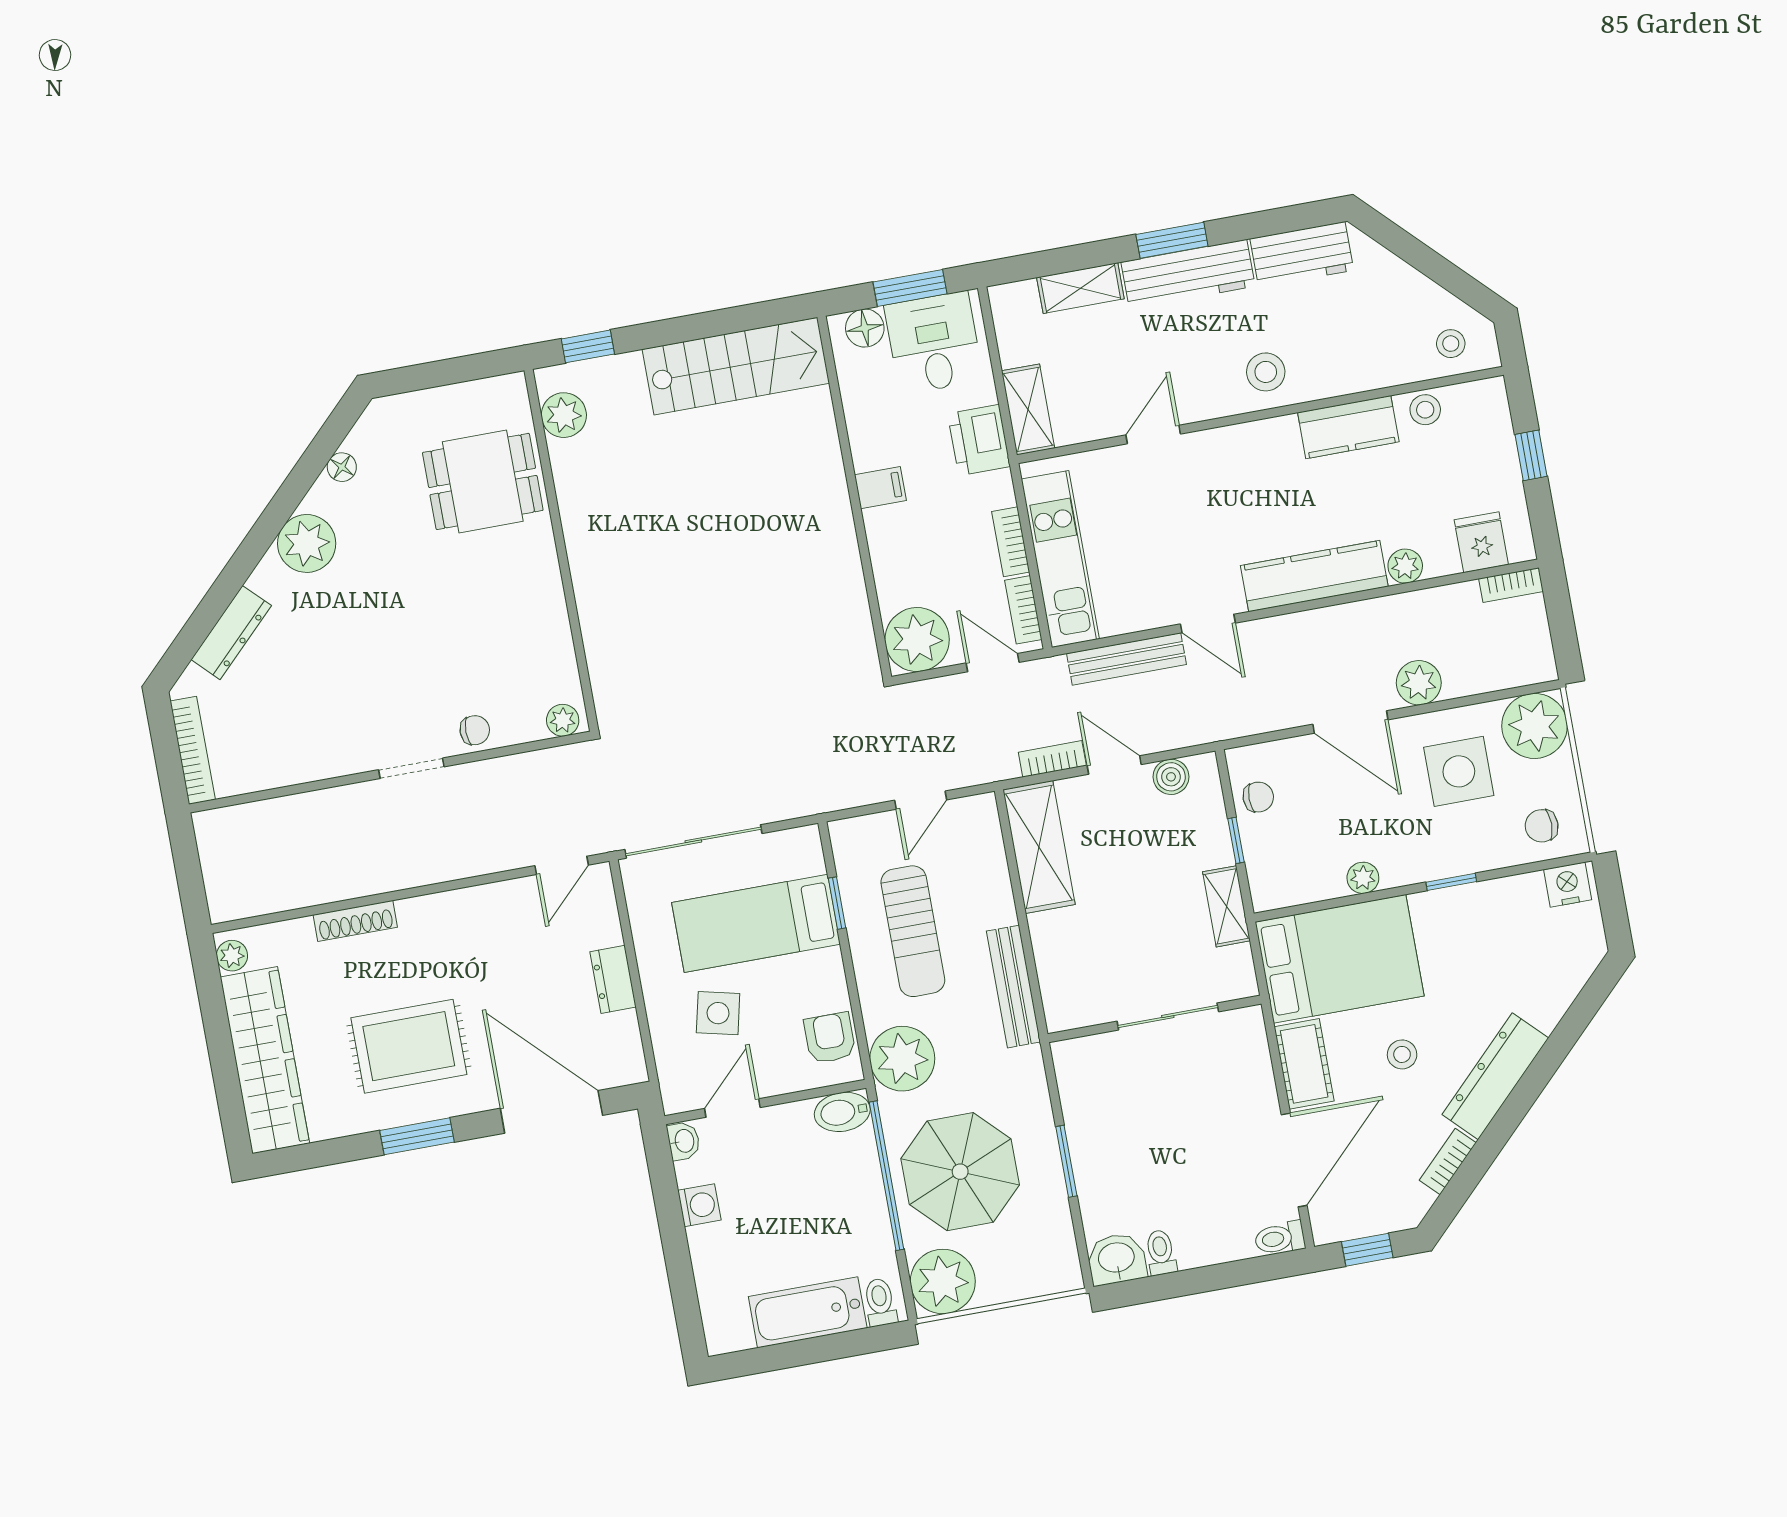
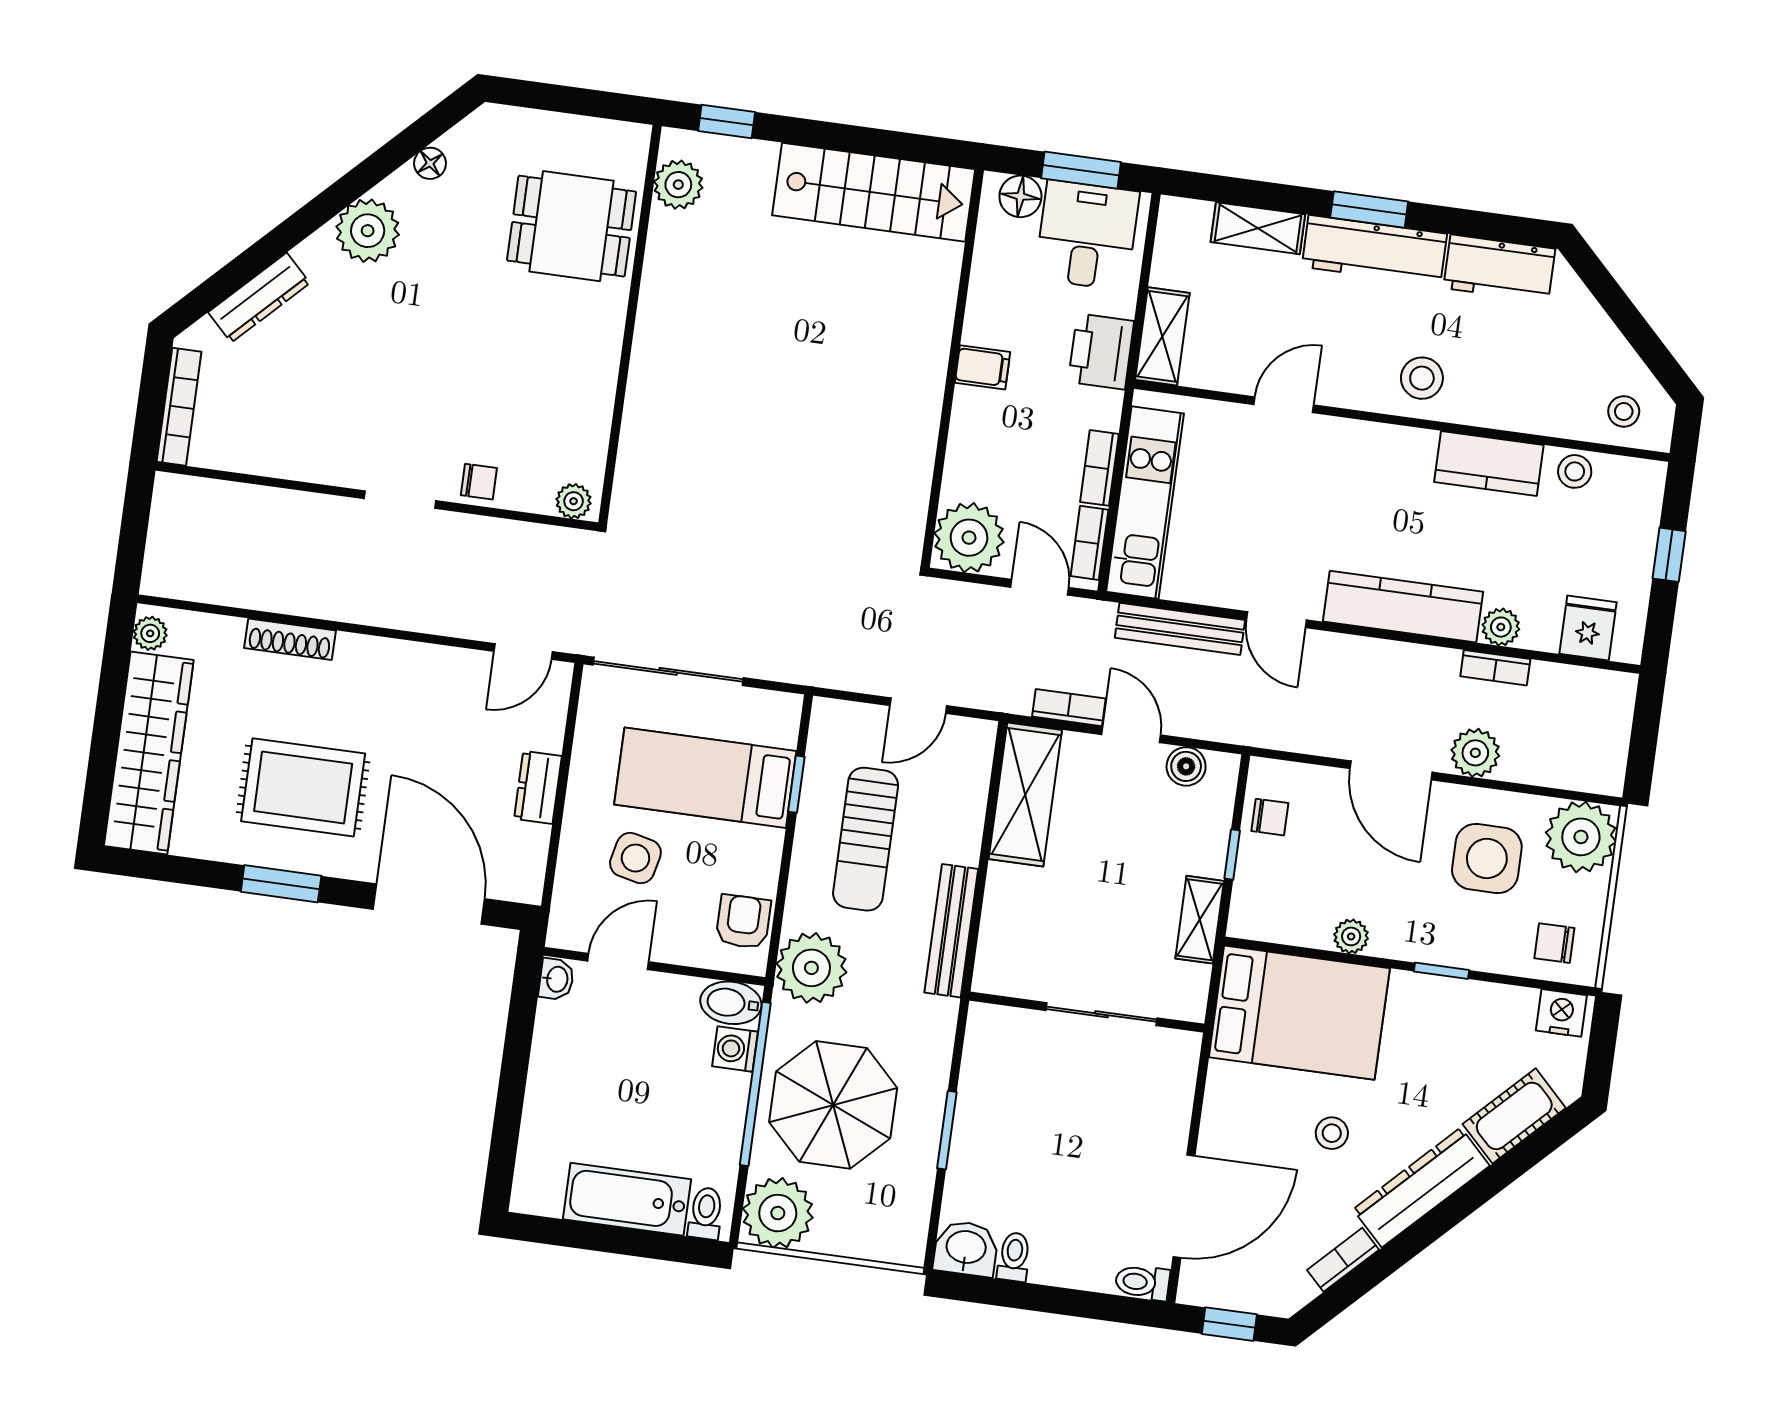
bookcase: (1511, 585) -> (1495, 668), moved
cot: (1304, 1064) -> (1514, 1116), moved, turned 45
washing machine: (699, 1205) -> (735, 1049), moved, turned 180

